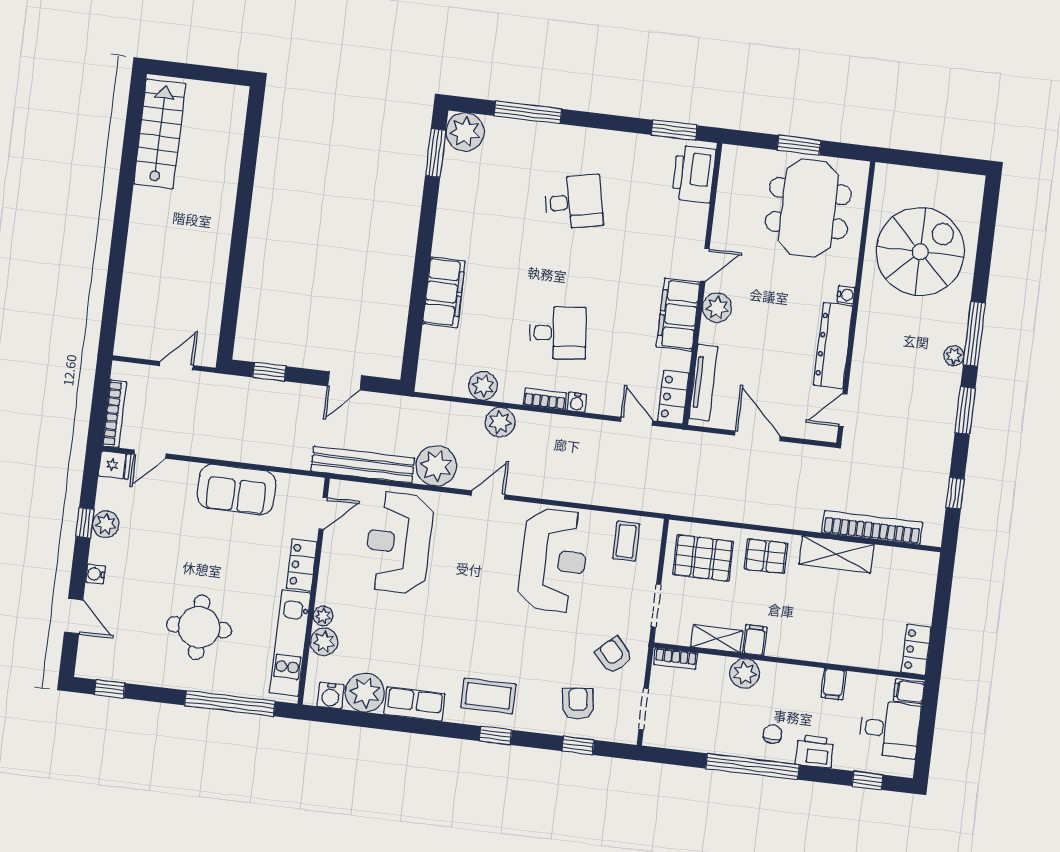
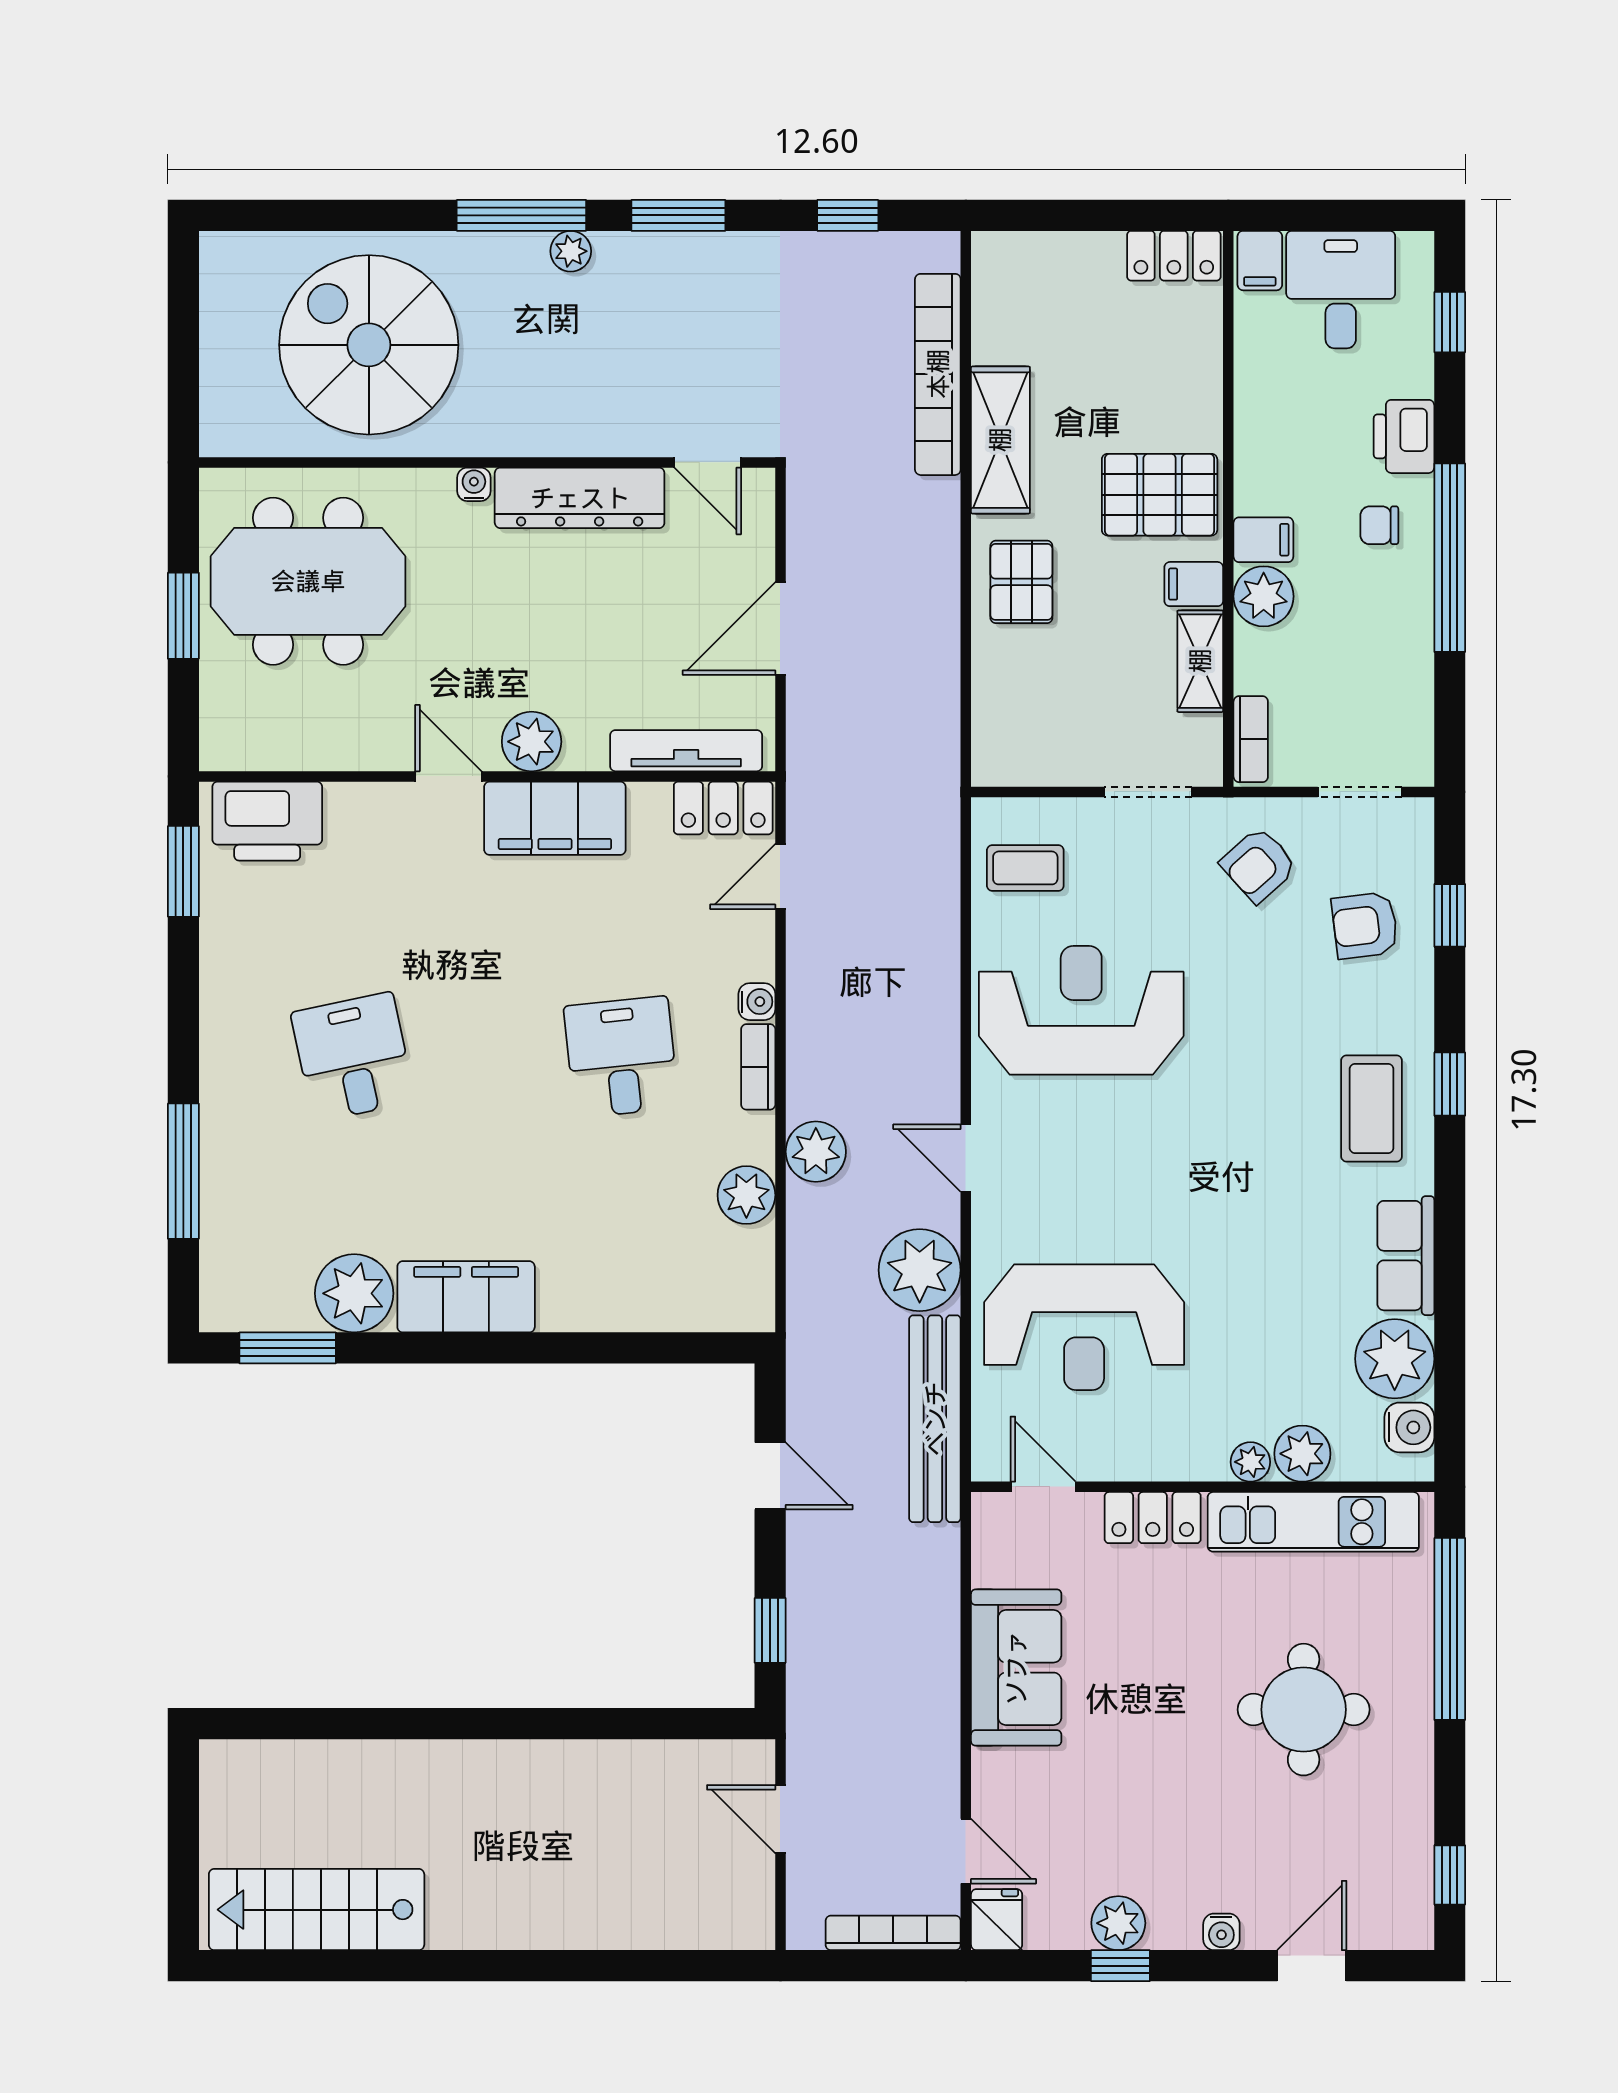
plant: (465, 132) -> (354, 1293), moved
filing cabinet: (444, 292) -> (466, 1297), moved
pallet: (703, 558) -> (1160, 495), moved, turned 90
filing cabinet: (834, 684) -> (1263, 540), moved

